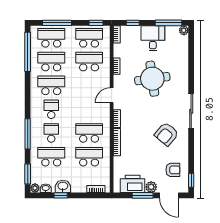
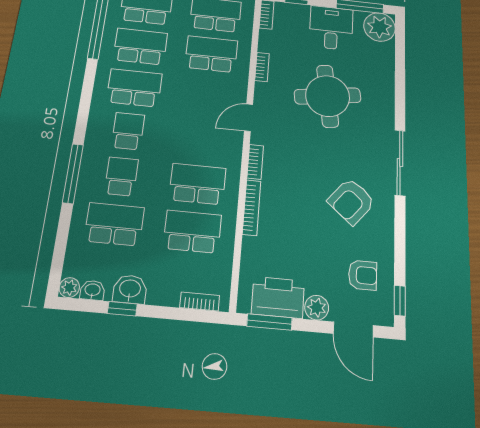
plant: (184, 30) -> (380, 27), width x1.87, depth x1.87
window: (28, 174) -> (59, 256), removed
window: (143, 195) -> (269, 322), moved

